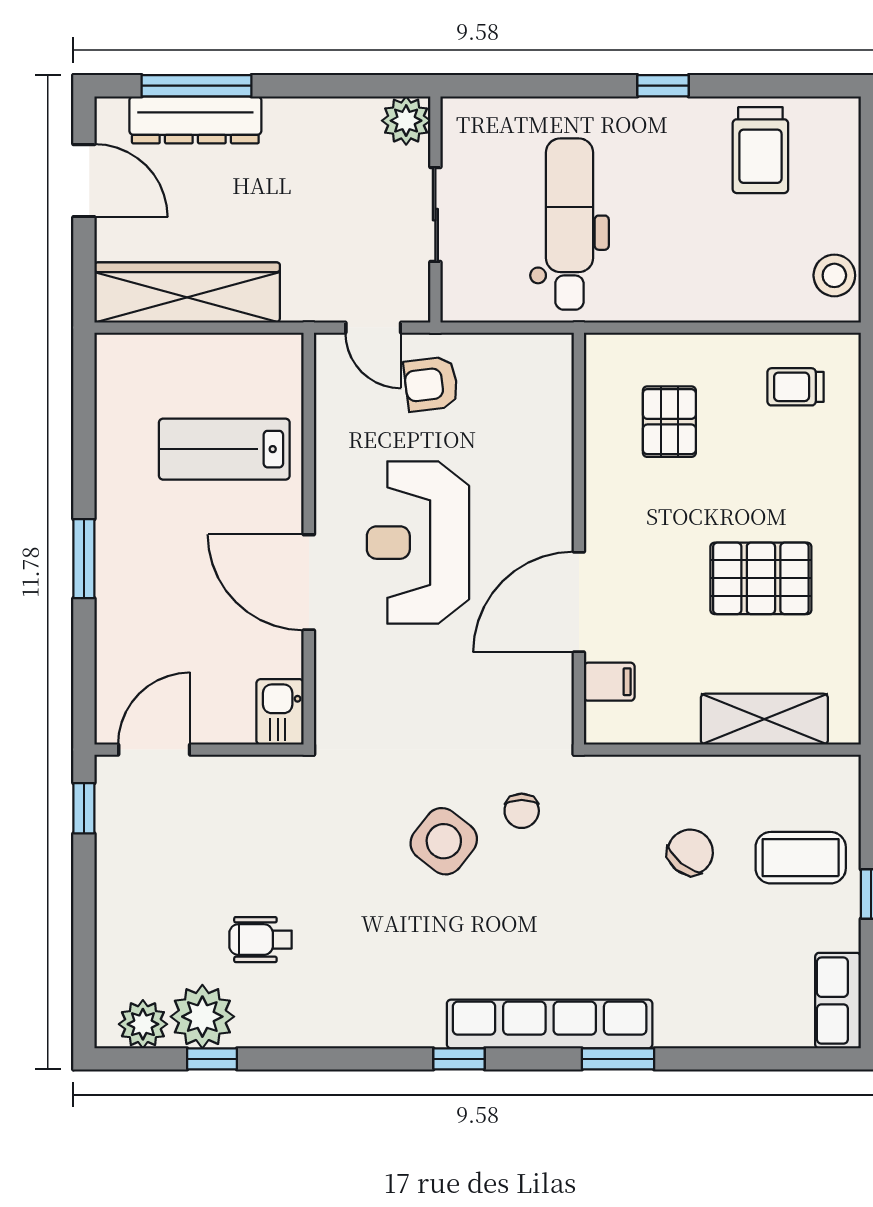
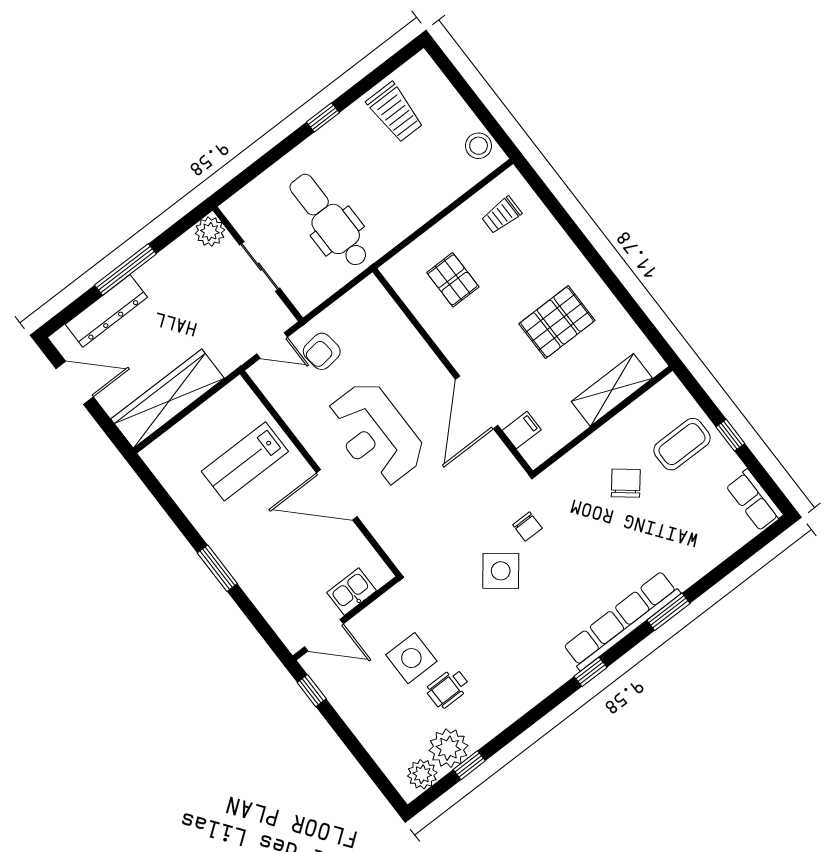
window: (197, 86) -> (125, 269), moved
kitchen sink: (280, 712) -> (352, 592), moved, turned 90
door: (154, 750) -> (324, 635), swing flipped
side table: (244, 865) -> (411, 658), added

